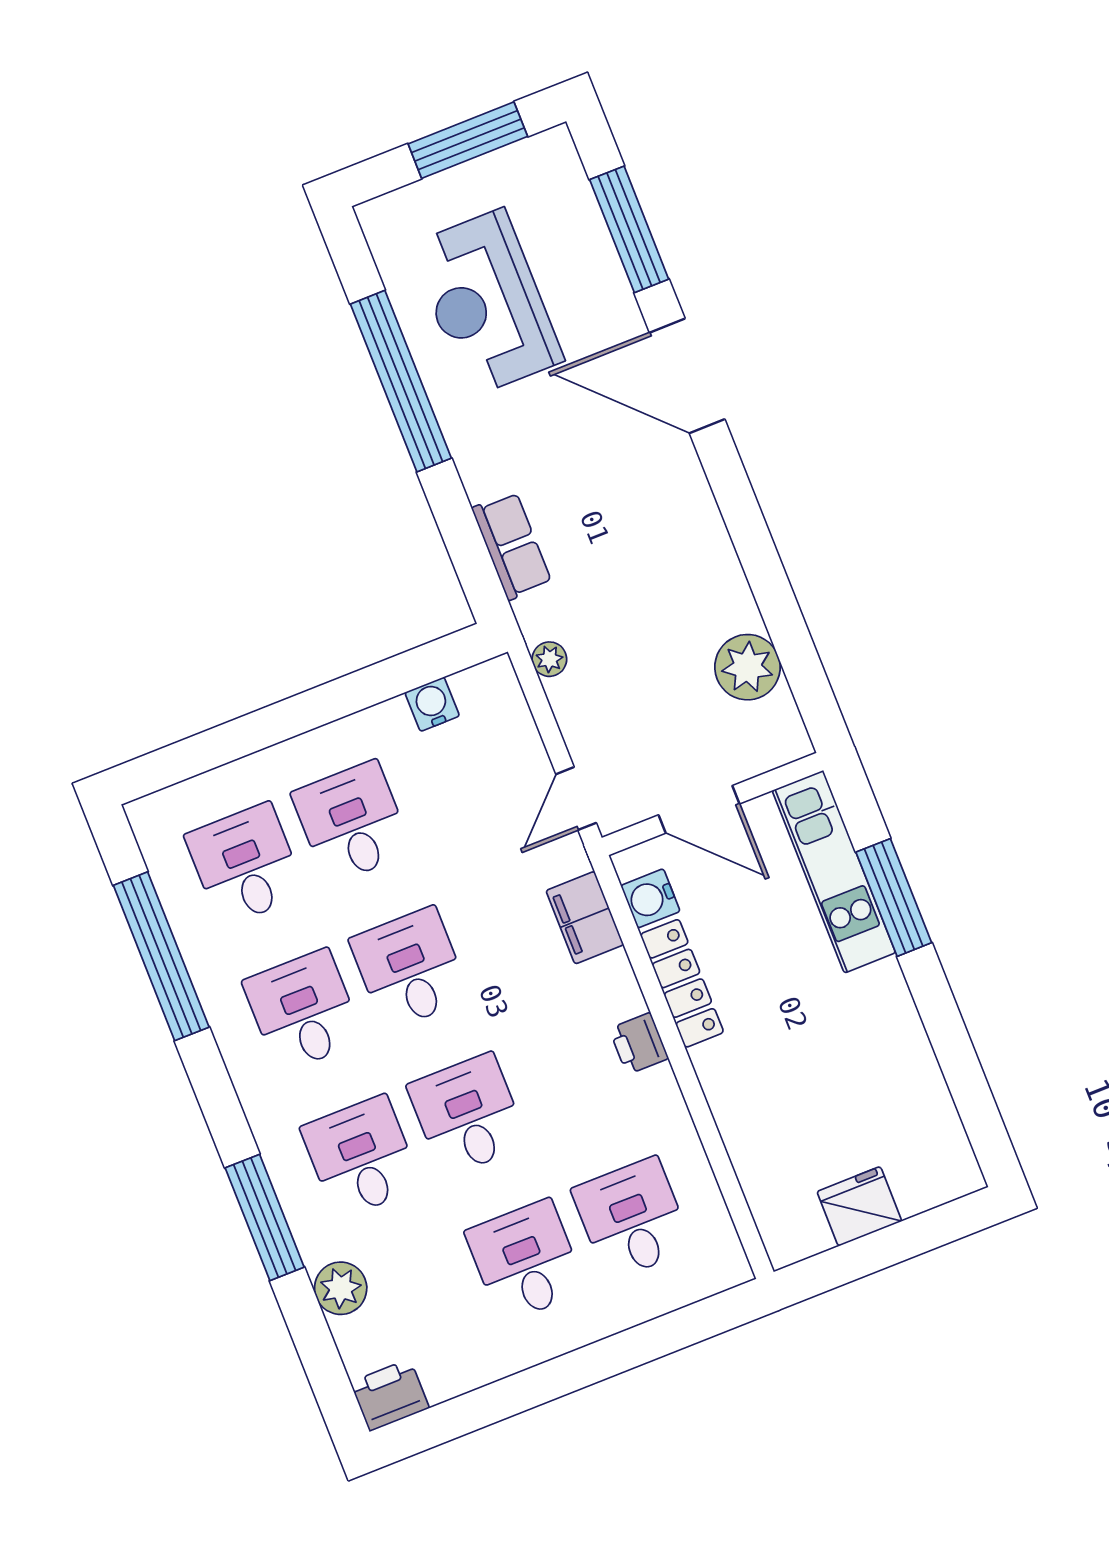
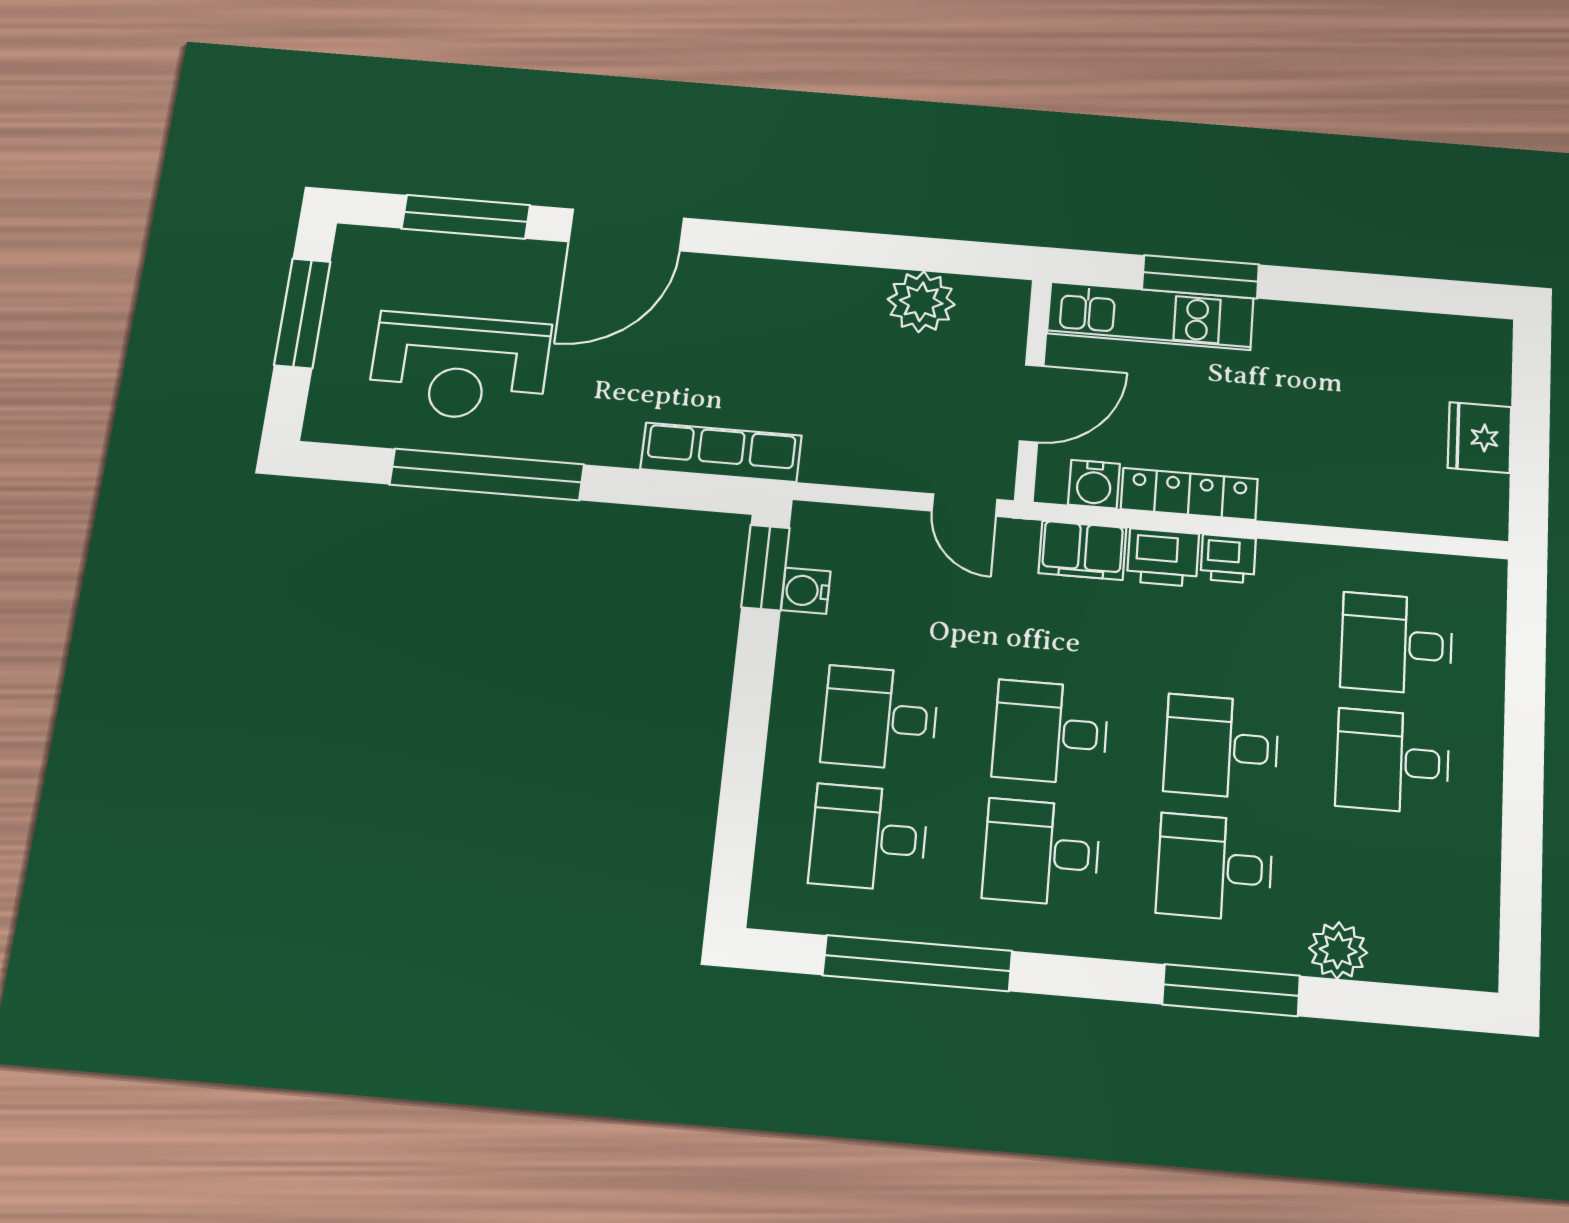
row of seats: (512, 546) -> (721, 452), width x1.48
plant: (549, 659) -> (820, 467), removed
window: (436, 660) -> (766, 568), added
printer: (390, 1395) -> (1163, 557), moved, turned -90

